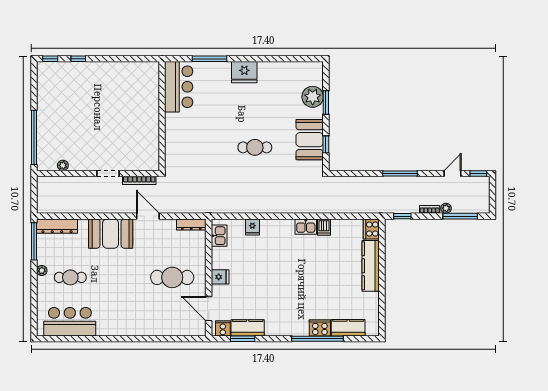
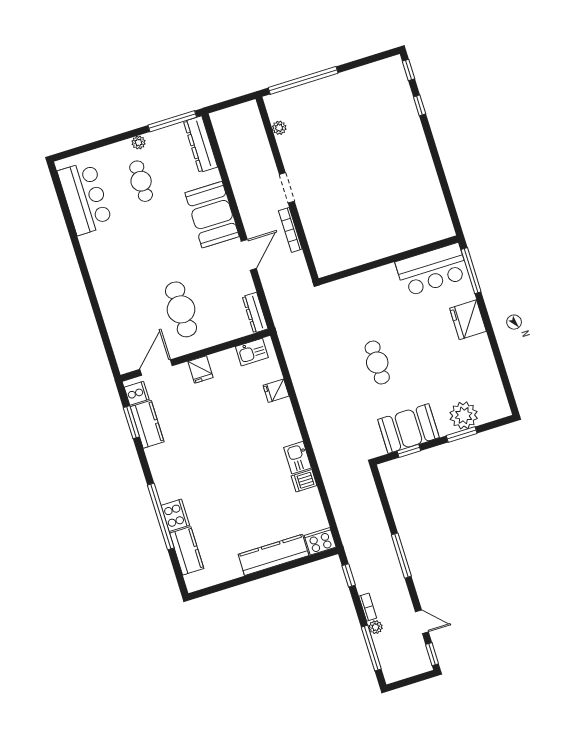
bar counter: (179, 87) -> (432, 270), moved
wall: (162, 116) -> (389, 260), moved

